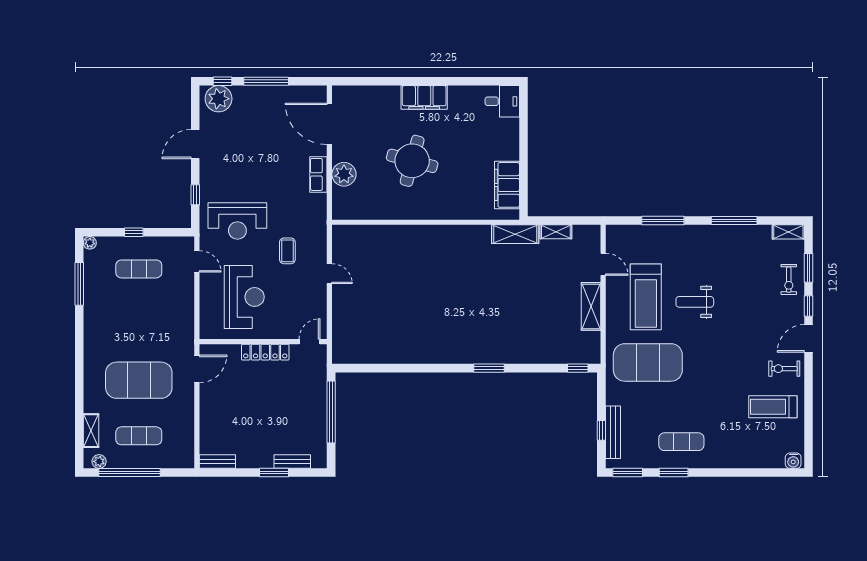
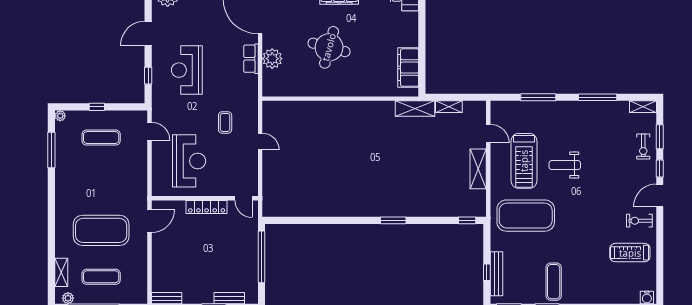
reception desk: (237, 221) -> (187, 70), moved, turned 90
door: (310, 342) -> (243, 198), swing flipped
exercise mat: (681, 442) -> (554, 282), turned 90

